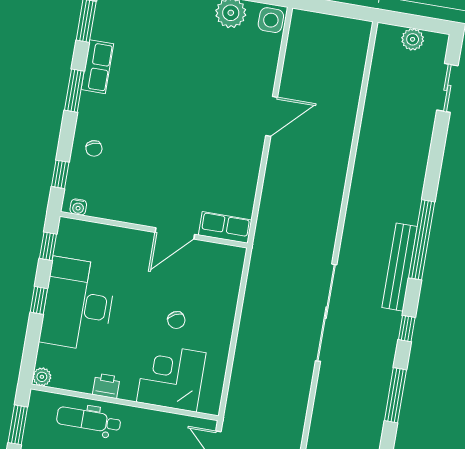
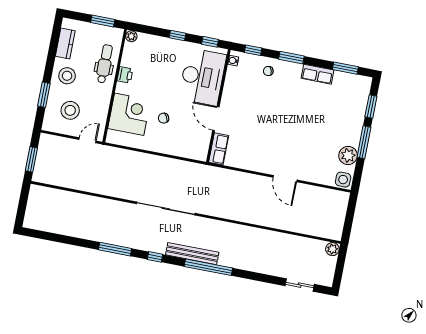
plant: (413, 39) -> (332, 249), moved
window: (74, 91) -> (291, 58), moved
desk: (78, 304) -> (203, 77), moved, turned 90

